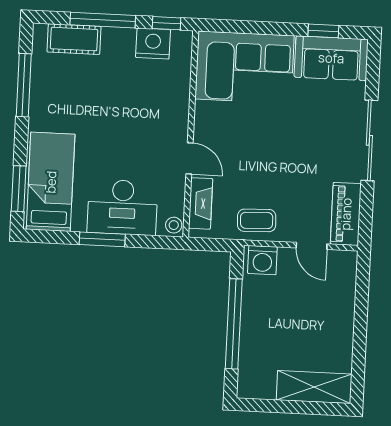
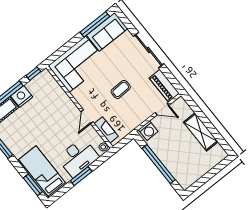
window: (323, 31) -> (95, 24), width x2.17
nightstand: (153, 44) -> (22, 96), moved
door: (189, 158) -> (87, 117), swing flipped
coffee table: (257, 220) -> (121, 89), moved
shelving: (314, 387) -> (201, 132), moved, turned 90

